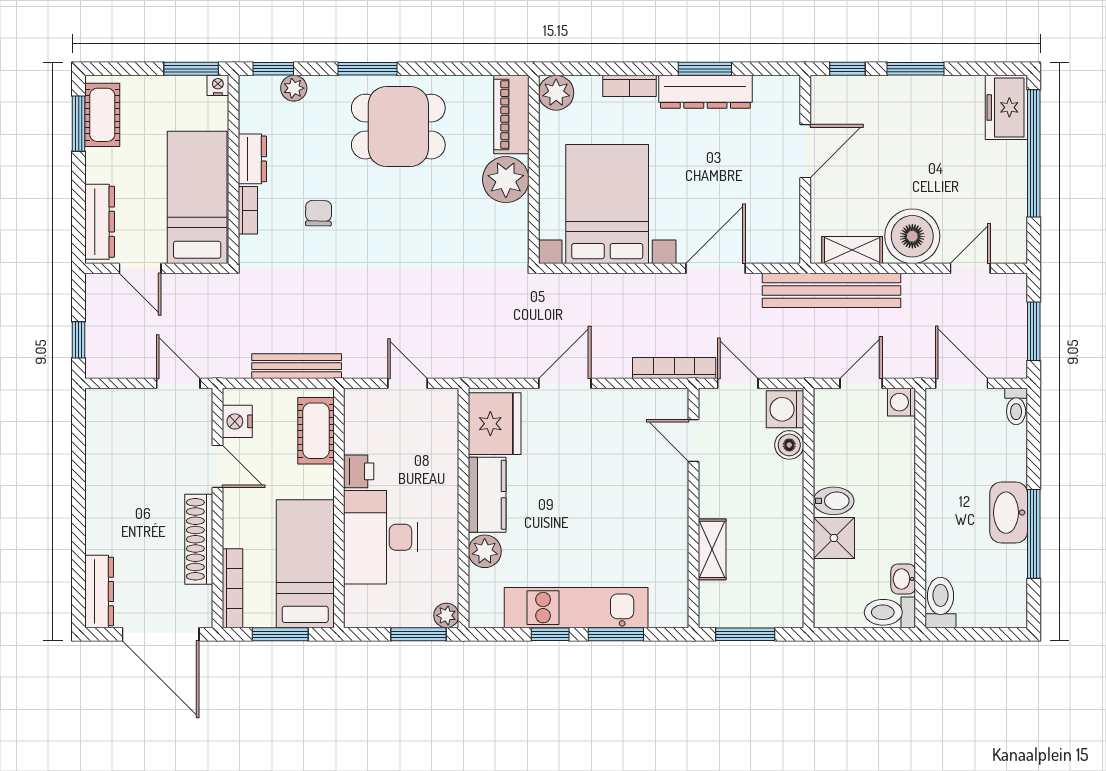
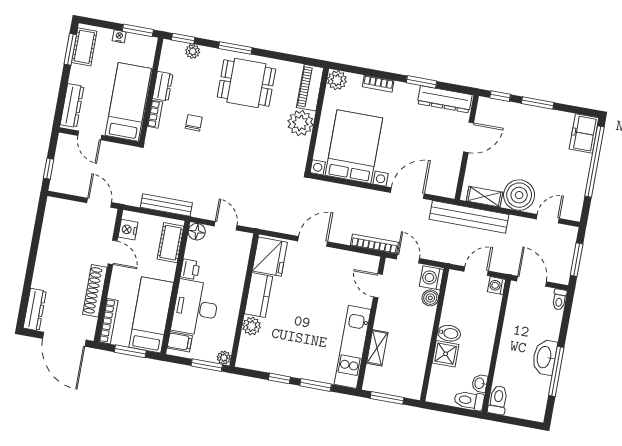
nightstand: (218, 85) -> (119, 36), moved
dresser: (705, 92) -> (445, 99), moved
floor lamp: (359, 403) -> (197, 232), added
filing cabinet: (364, 602) -> (180, 342), added
kitchen unit: (576, 608) -> (352, 347), moved, turned -90

